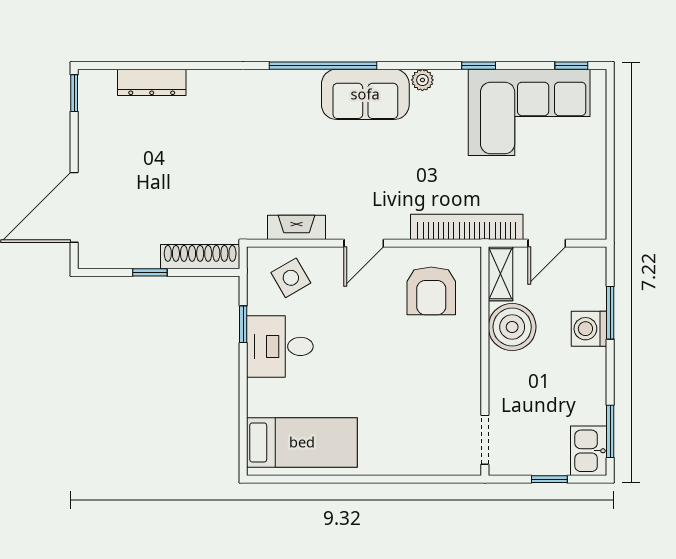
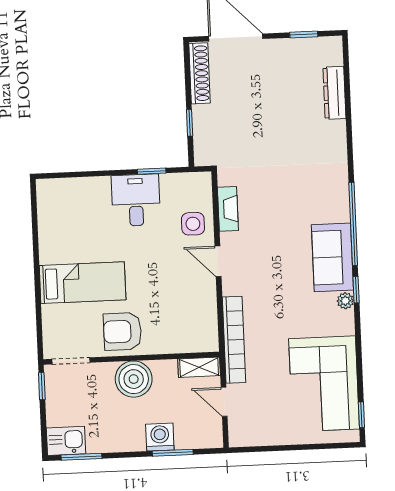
window: (479, 66) -> (356, 290), moved
window: (74, 93) -> (304, 34), moved
shoe rack: (200, 257) -> (199, 73), moved
window: (150, 272) -> (190, 123), moved
side table: (291, 278) -> (193, 224), moved, turned 30
armchair: (431, 291) -> (122, 331), moved
boiler: (512, 327) -> (134, 379), moved
bed: (302, 442) -> (83, 283), moved, turned -90
window: (549, 479) -> (42, 386), moved

